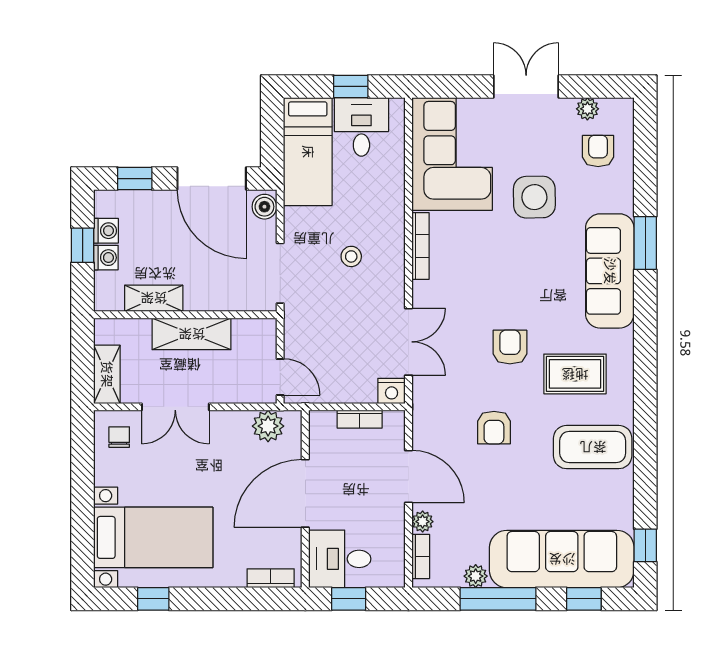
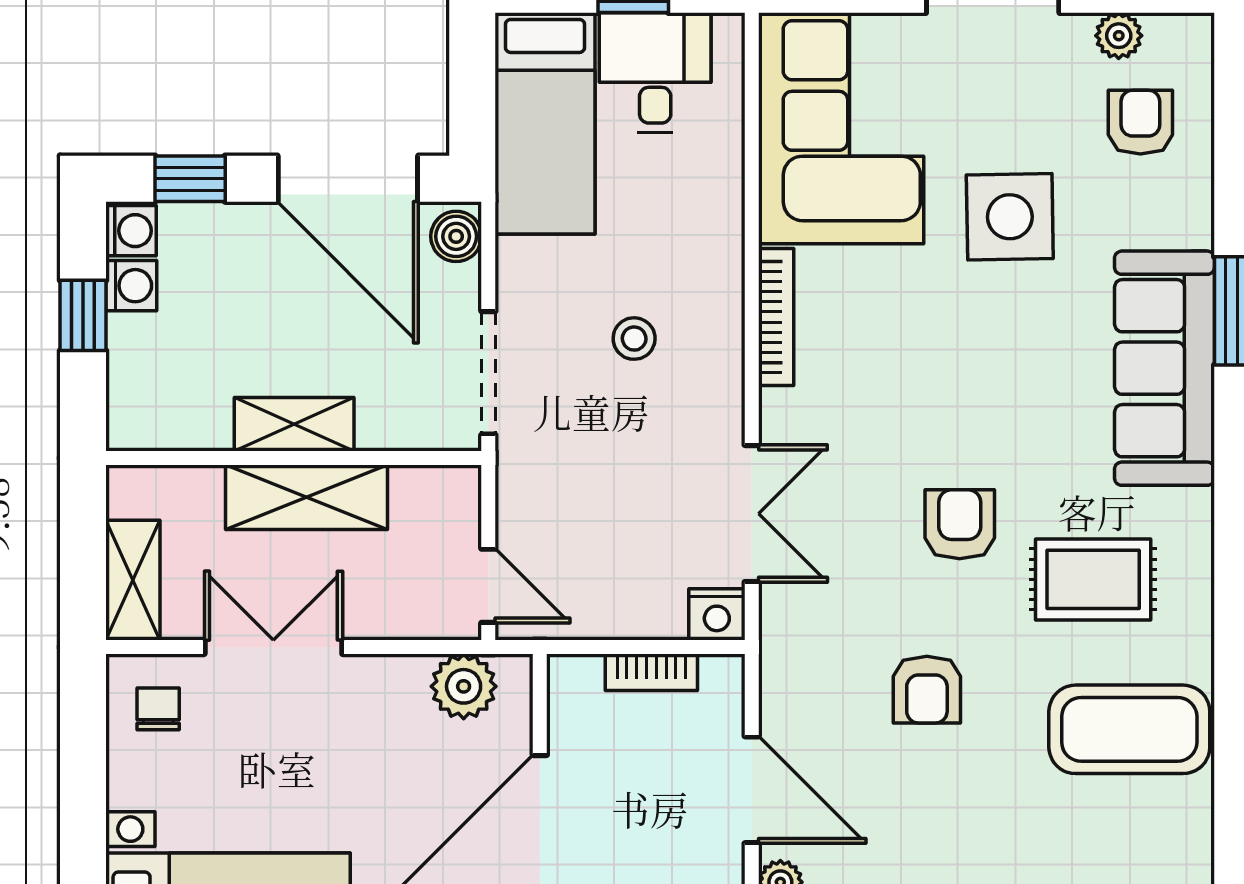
washing machine: (106, 258) -> (131, 231), moved
shelving: (154, 298) -> (294, 424), moved
double door: (175, 407) -> (273, 647), swing flipped

